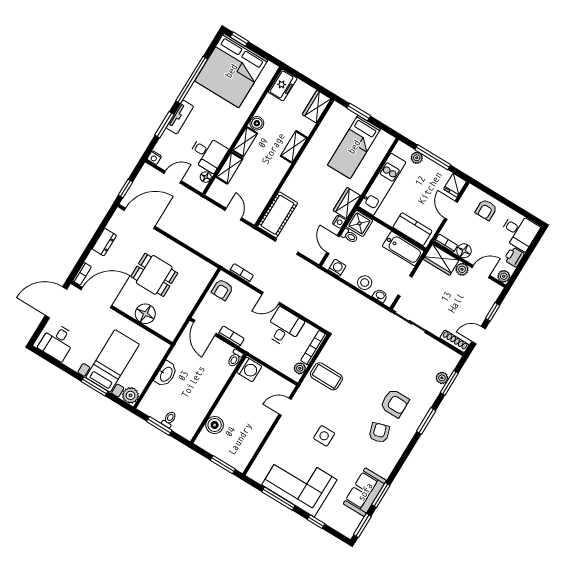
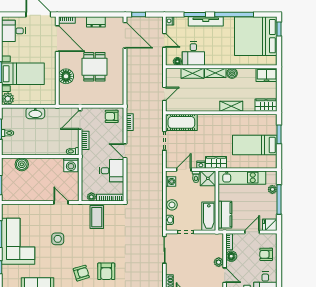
tv unit: (180, 117) -> (206, 21), width x1.41
wardrobe: (441, 260) -> (217, 245), removed

